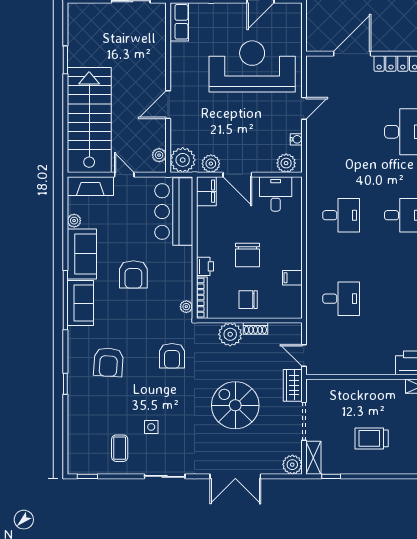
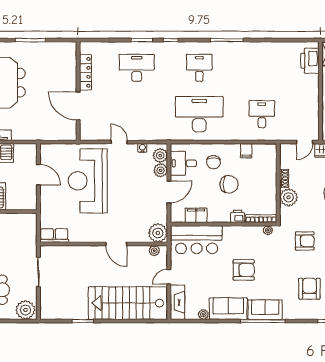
plant: (211, 164) -> (161, 170), moved
filing cabinet: (206, 191) -> (196, 215), moved
desk: (341, 215) -> (199, 114), width x1.87, depth x1.30
chair: (248, 300) -> (214, 162), moved
armchair: (108, 362) -> (309, 289), turned -94

